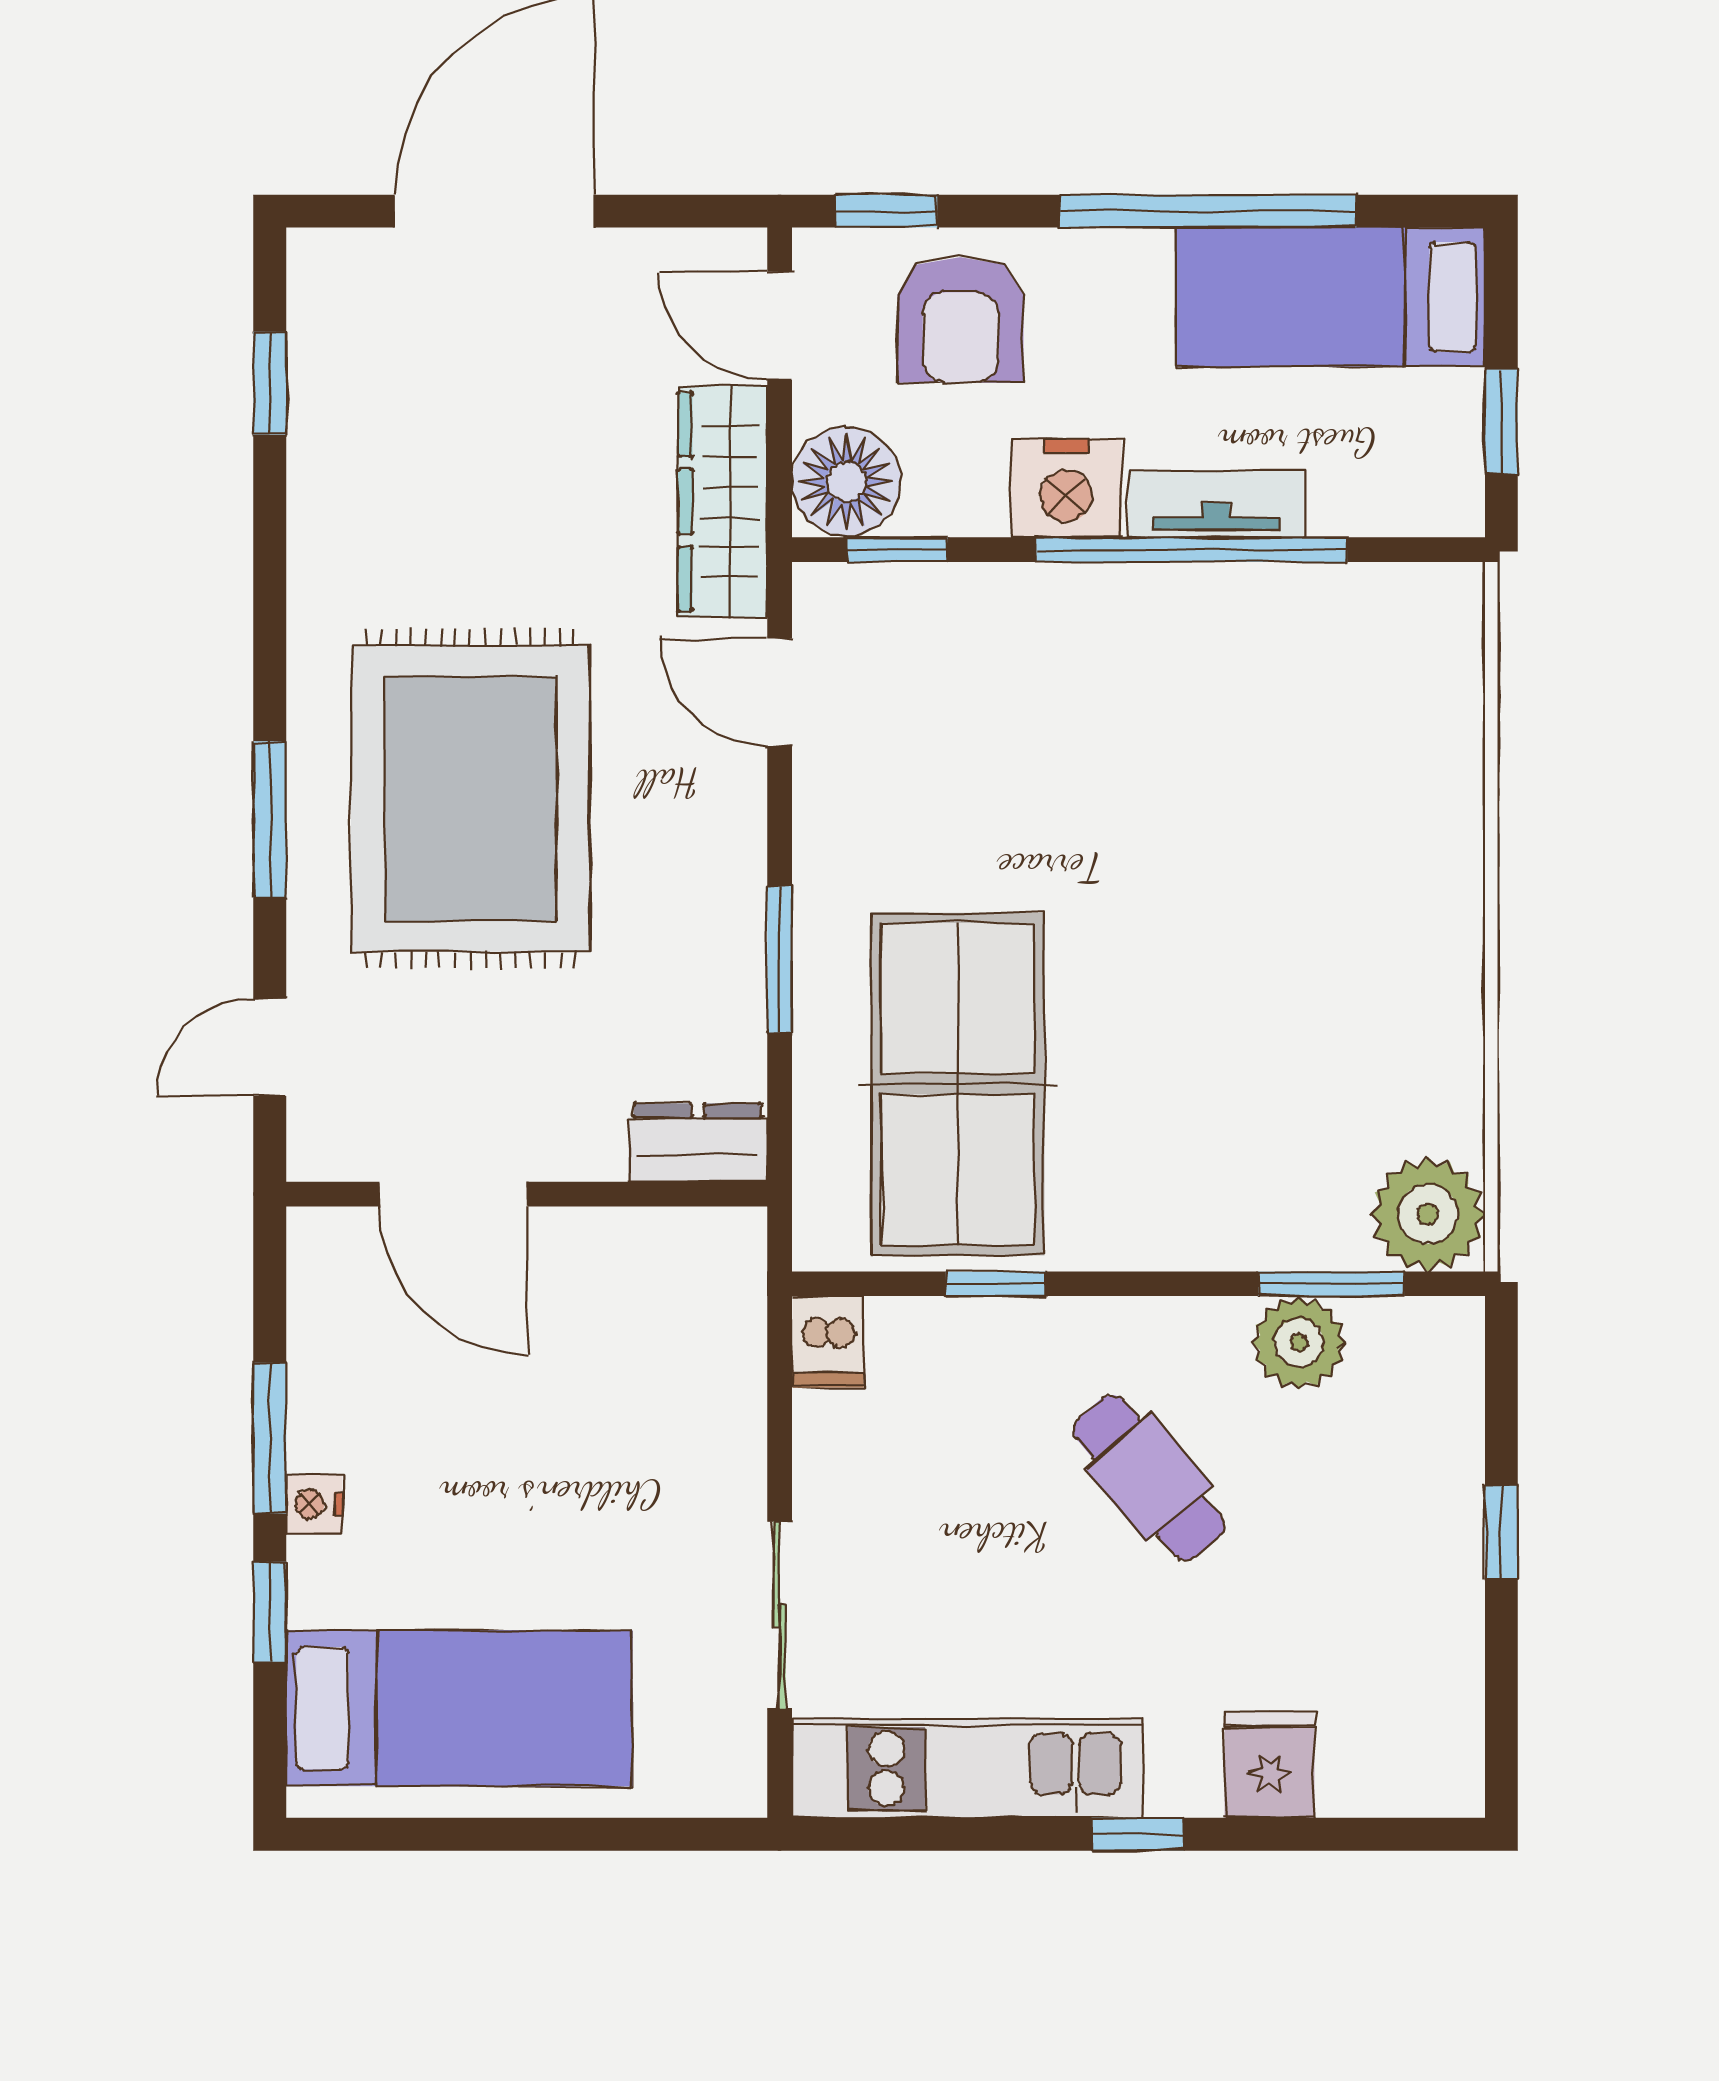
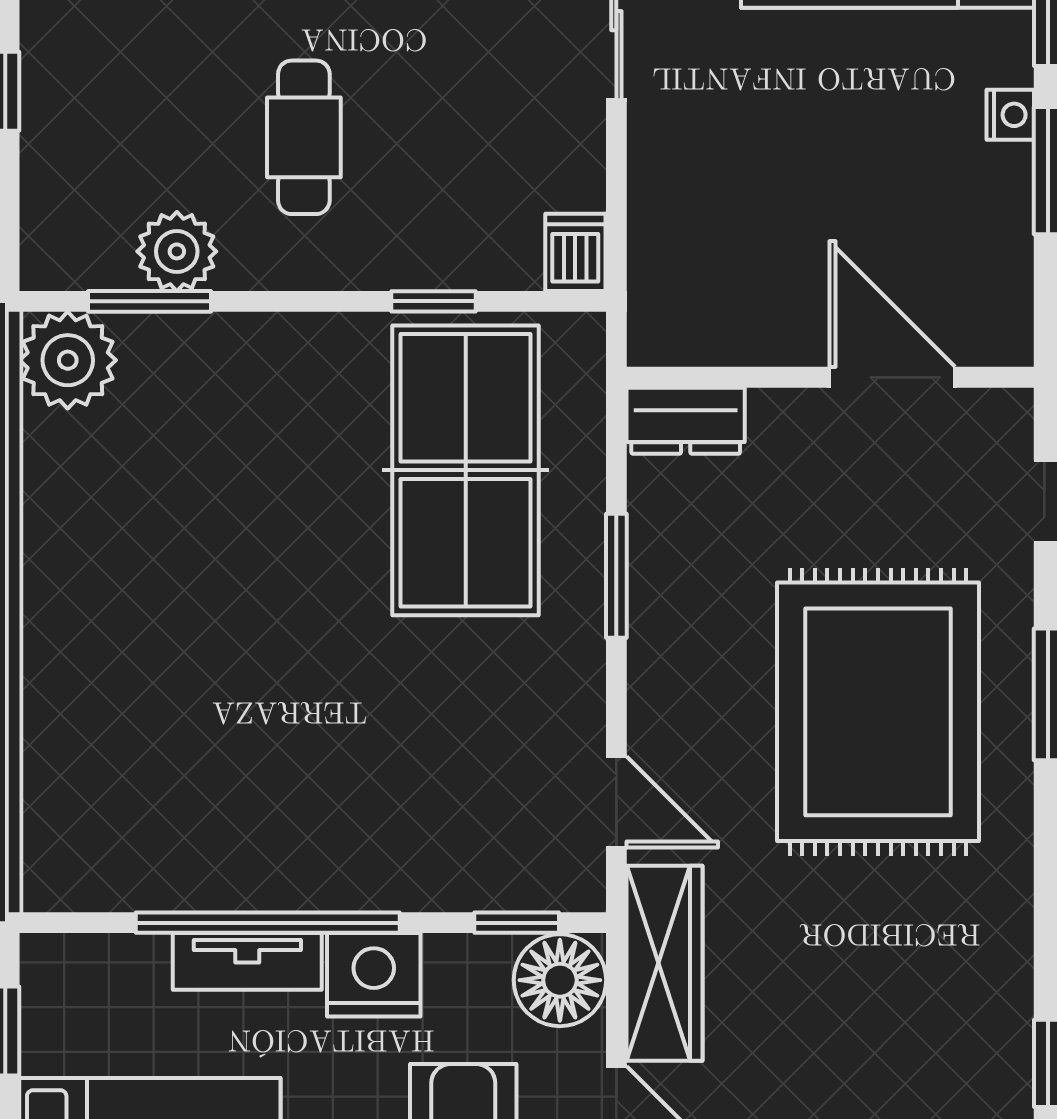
cafe table: (1149, 1478) -> (304, 137), turned 40

